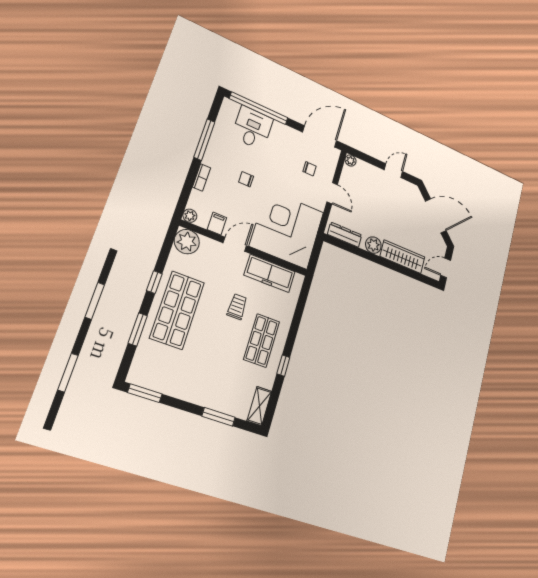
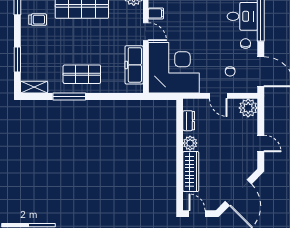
plant: (351, 161) -> (248, 108), width x1.88, depth x1.88
chair: (246, 179) -> (246, 43), moved
door: (332, 193) -> (218, 96), hinge flipped
dresser: (345, 235) -> (189, 121), width x0.70
trolley: (237, 307) -> (38, 20), moved
window: (283, 366) -> (69, 97), width x2.17

